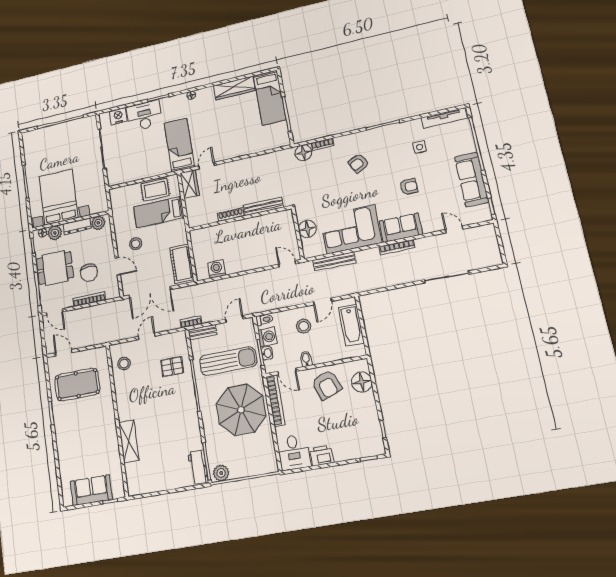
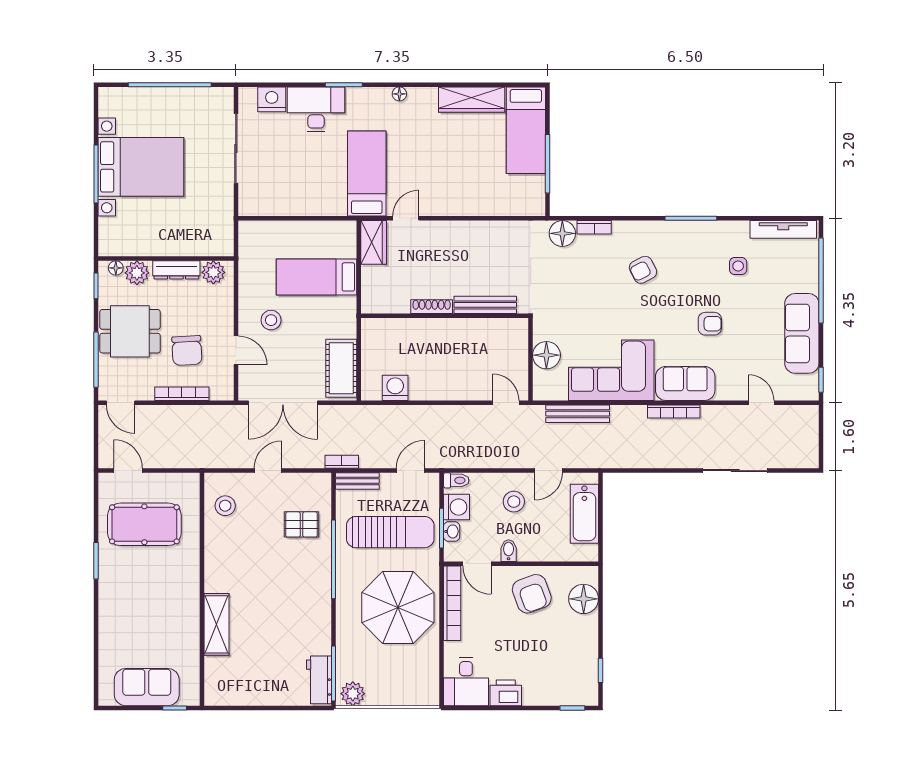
rug: (155, 190) -> (316, 239), removed
bed with nightstands: (59, 197) -> (141, 167), moved, turned 90

